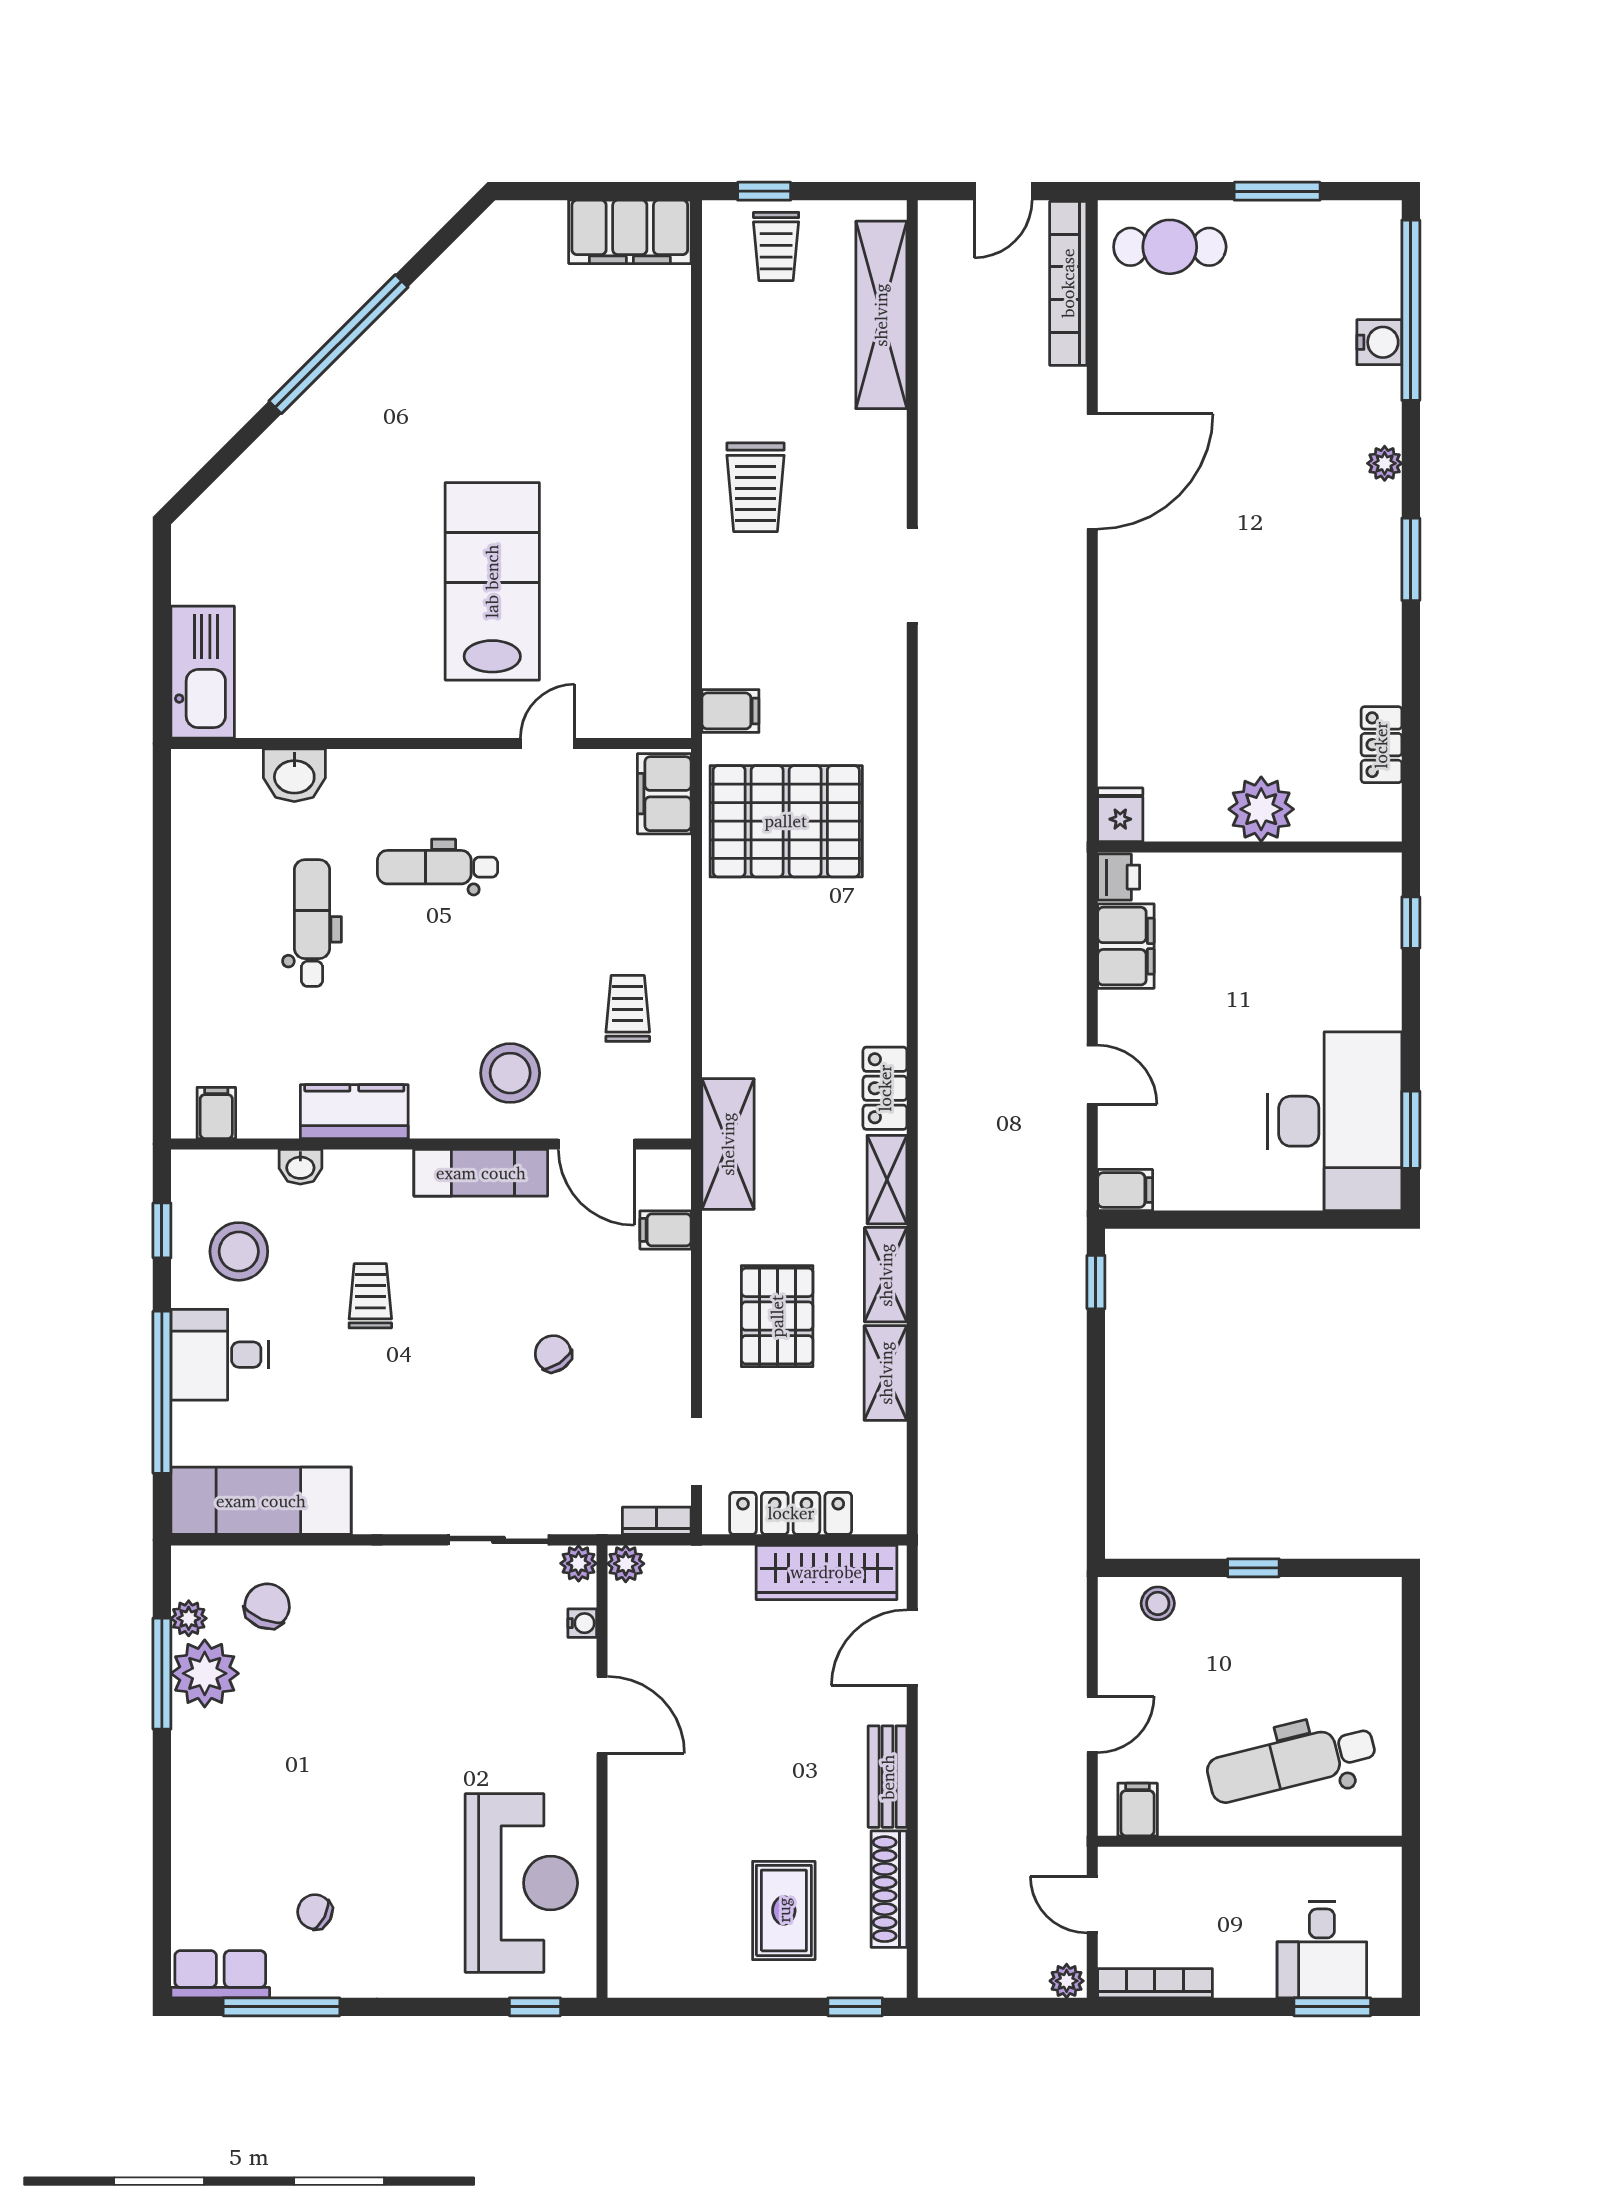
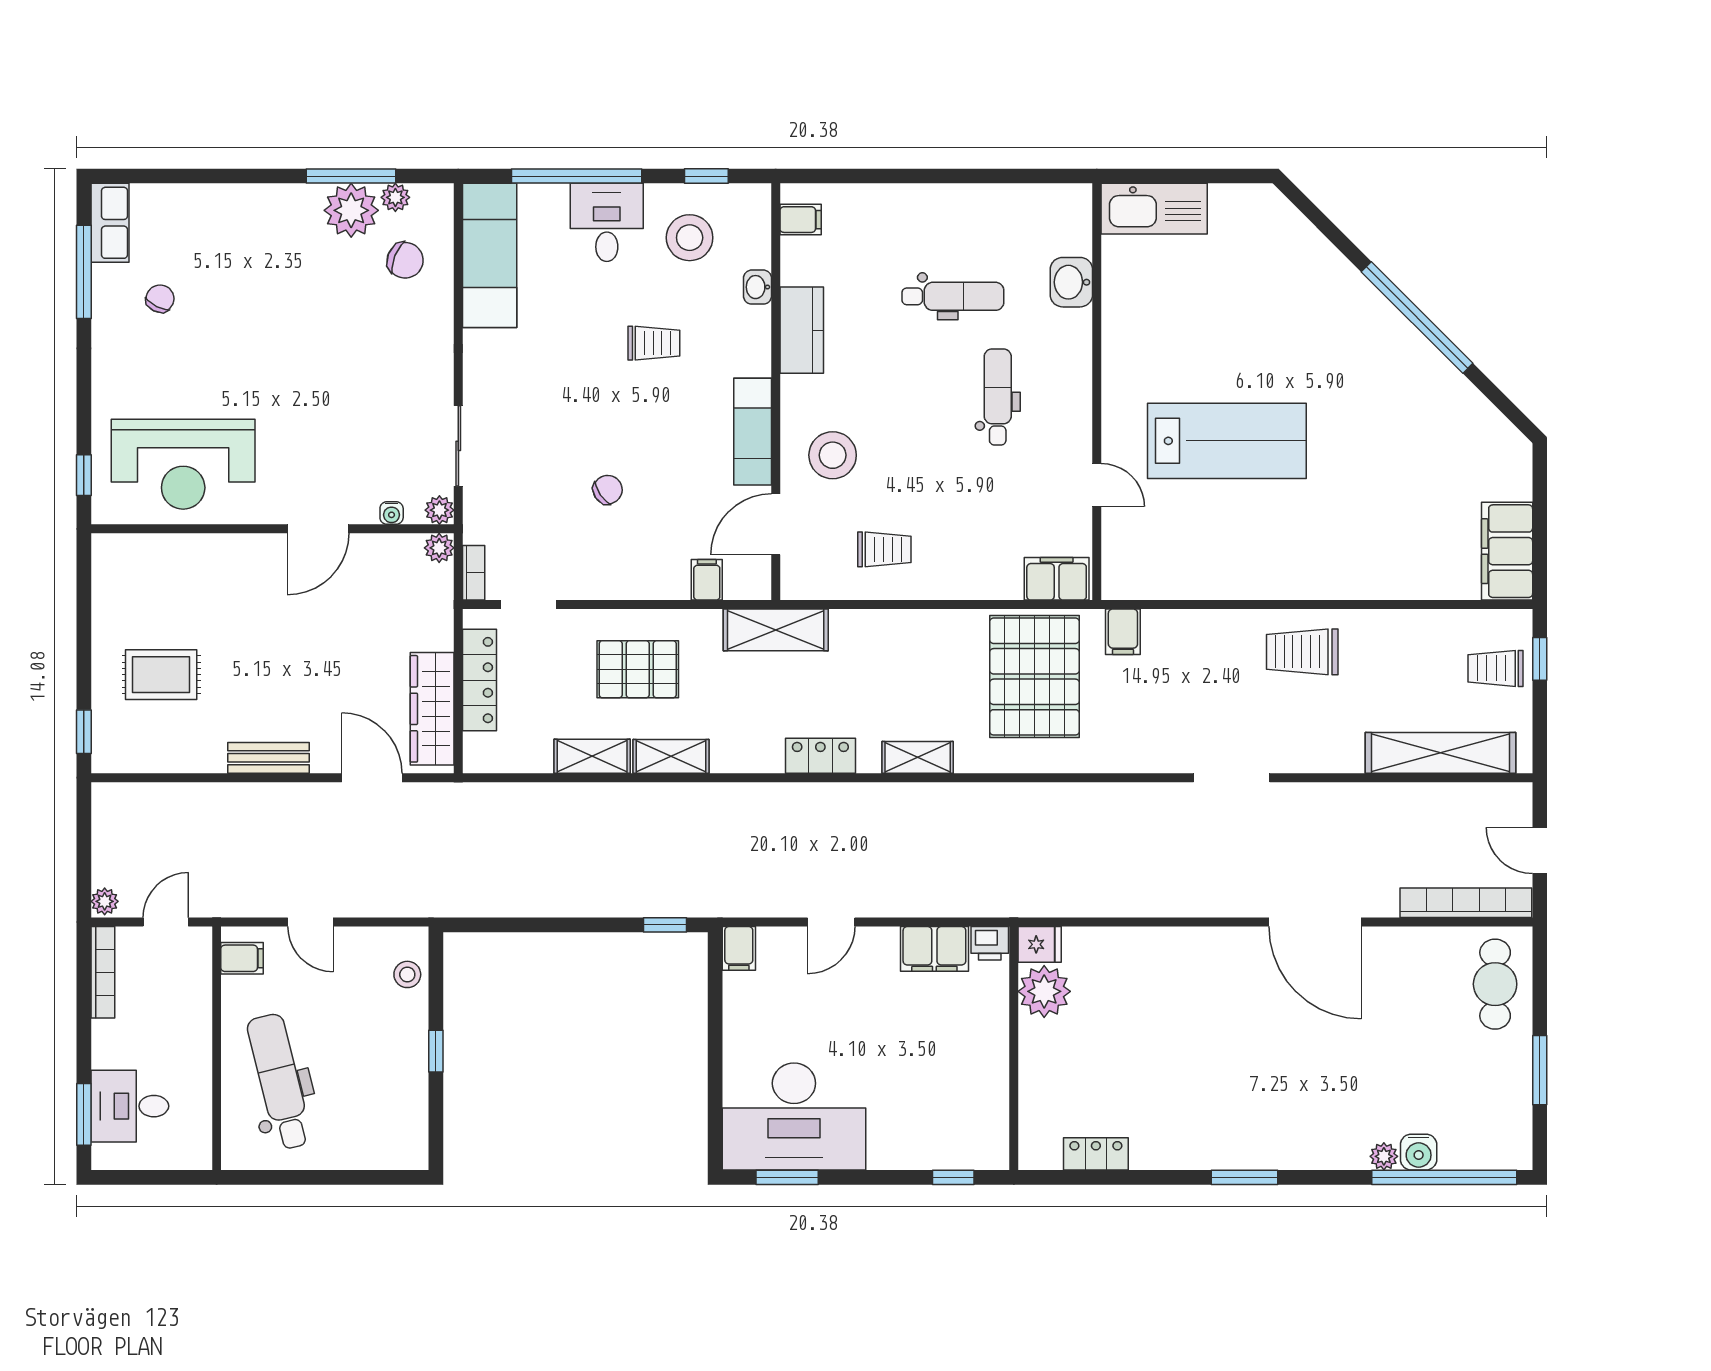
plant: (1385, 463) -> (1384, 1156), moved
plant: (1261, 809) -> (1044, 991), moved
shelving: (887, 1180) -> (918, 757), moved
shoe rack: (889, 1889) -> (178, 759), removed

